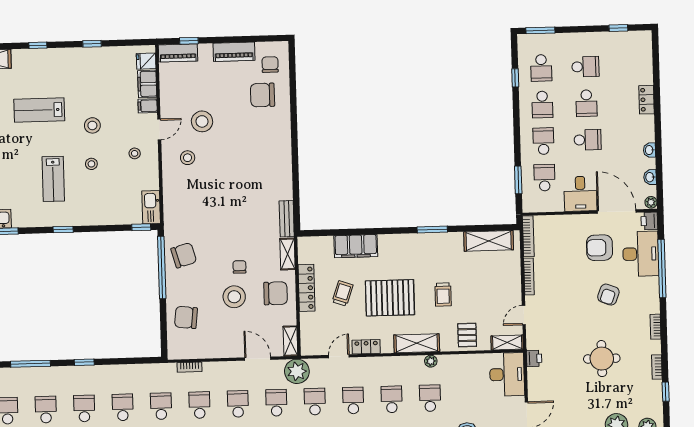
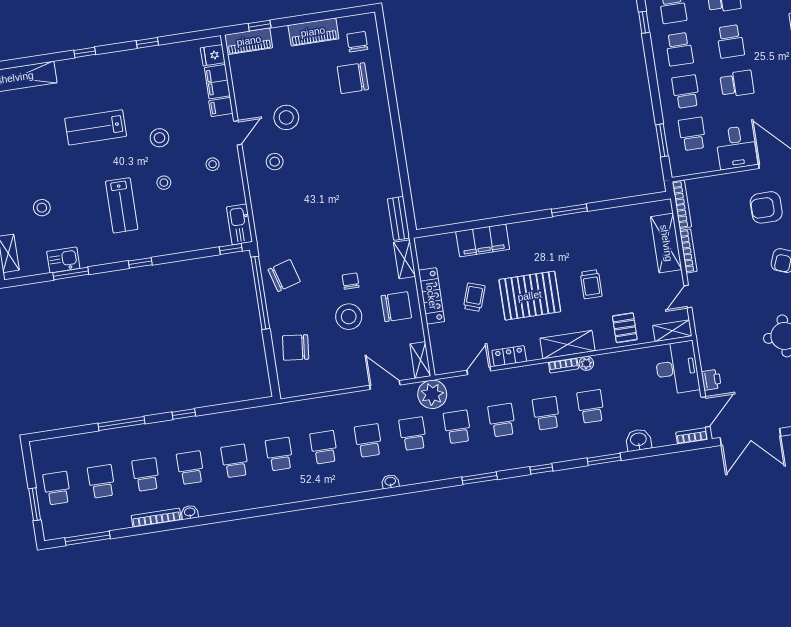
shelving: (489, 241) -> (666, 243), moved, turned 90
printer: (534, 358) -> (711, 380), moved
bookcase: (189, 367) -> (563, 365), moved

